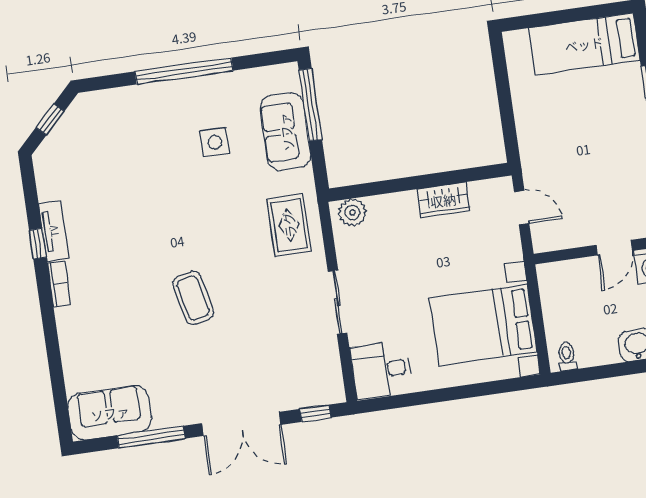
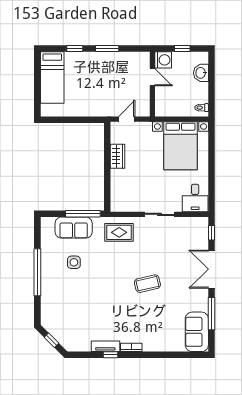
window: (310, 105) -> (83, 214), moved
plant: (352, 212) -> (117, 201), removed
double door: (241, 424) -> (211, 269), swing flipped

